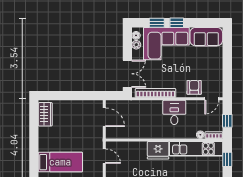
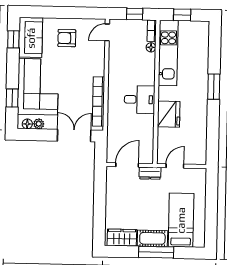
window: (177, 23) -> (13, 39), moved
armchair: (194, 87) -> (67, 38), moved
door: (212, 99) -> (107, 32), swing flipped
desk: (174, 112) -> (140, 100), moved, turned 180
dresser: (98, 136) -> (150, 173), added
cot: (45, 139) -> (152, 238), added
window: (34, 142) -> (156, 252), added
fridge: (158, 150) -> (169, 114), moved

